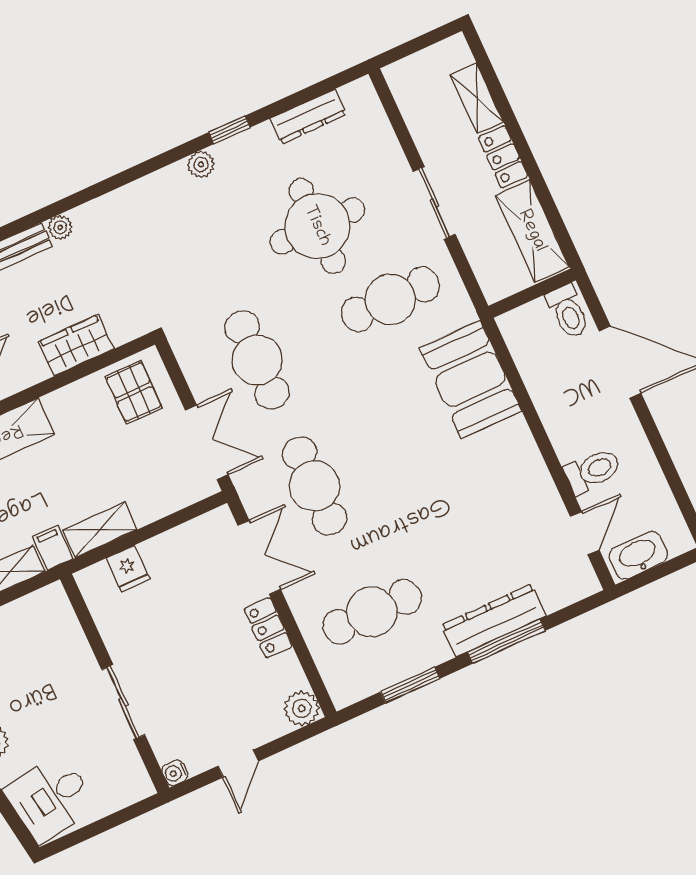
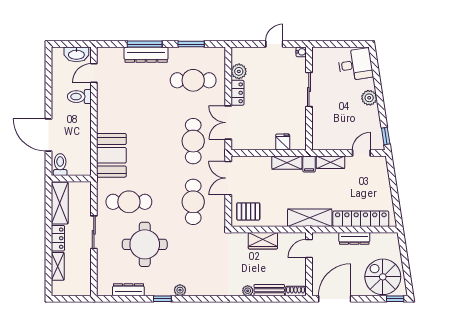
pallet: (134, 392) -> (248, 211), turned 90
plant: (302, 708) -> (239, 71), moved

